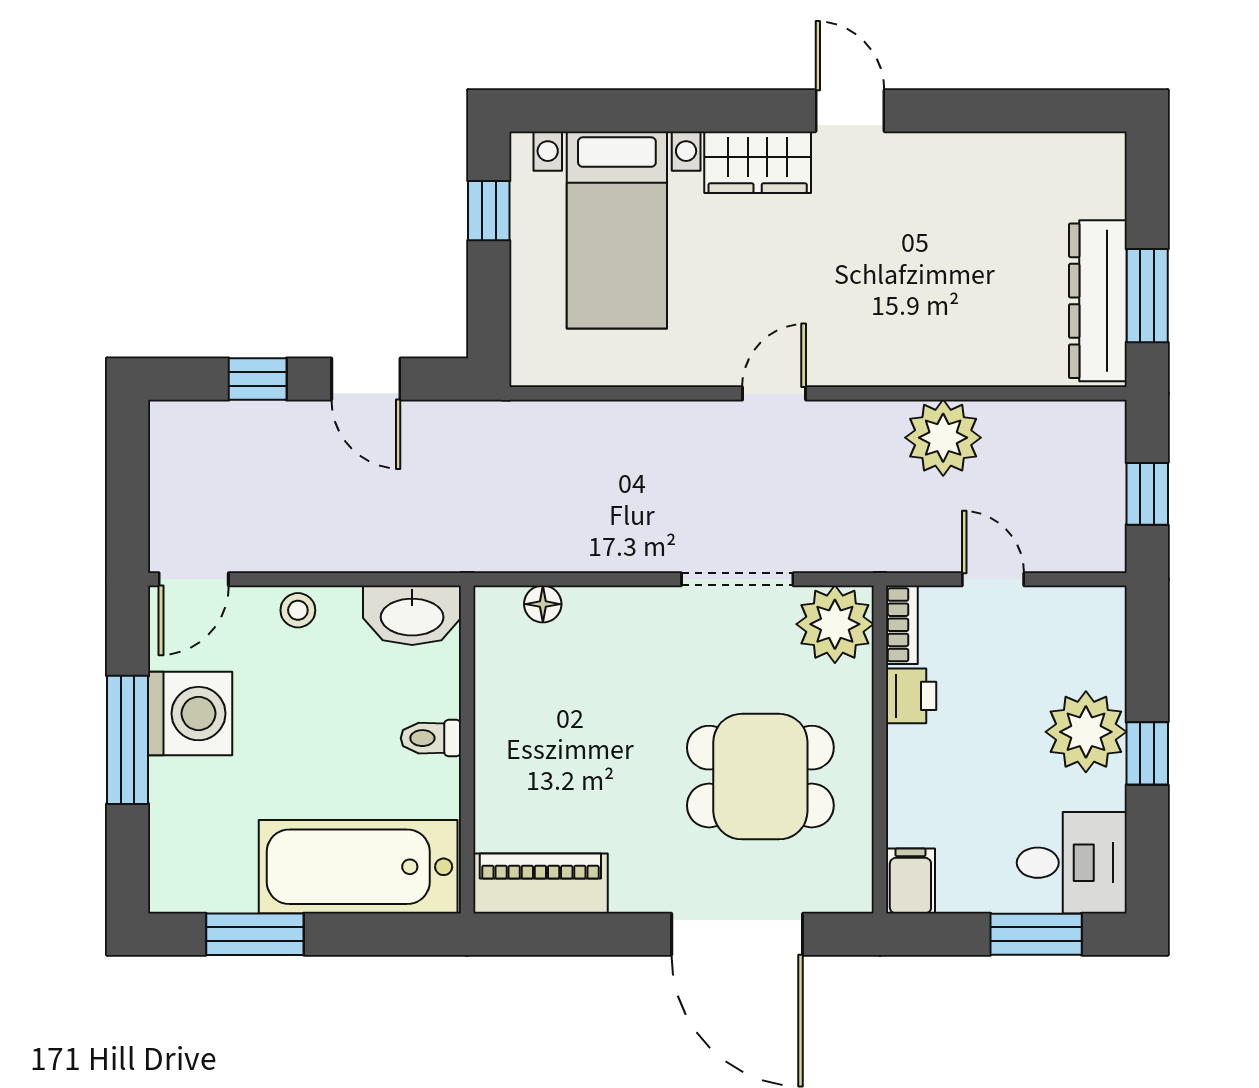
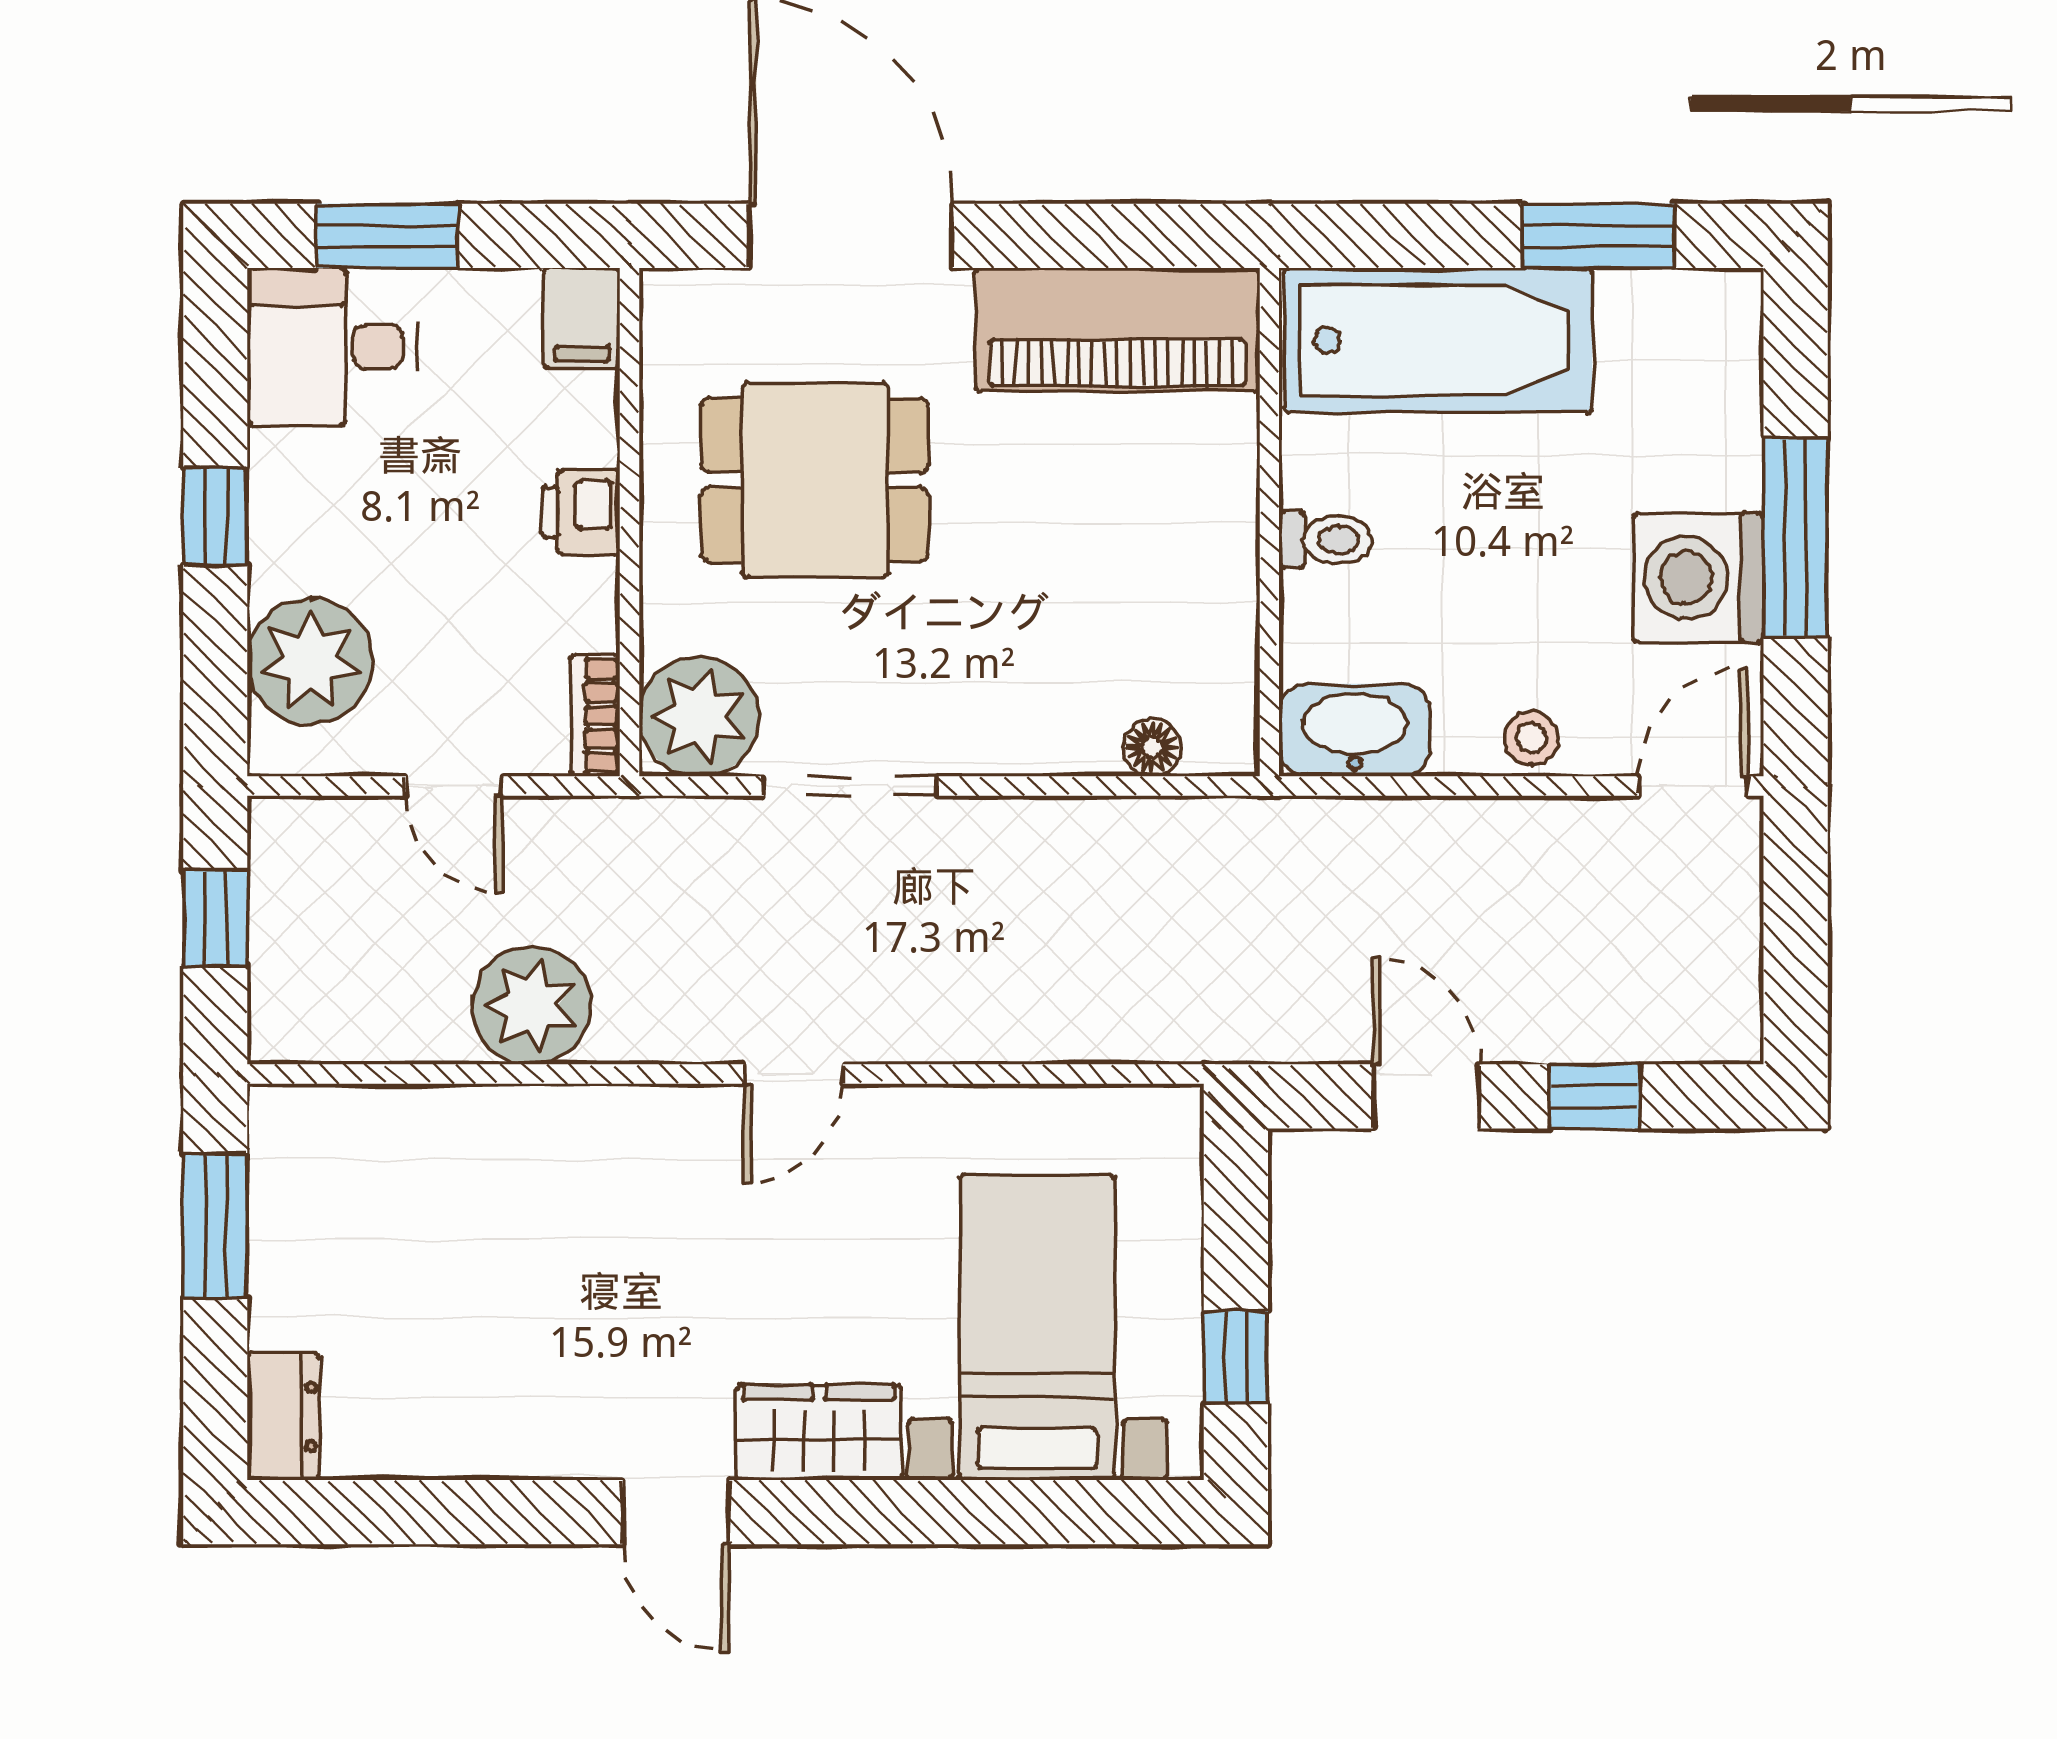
dresser: (1098, 301) -> (283, 1417), moved, width x0.51, depth x0.80
printer: (911, 696) -> (581, 512), moved
plant: (1086, 732) -> (310, 661), moved
piano: (540, 884) -> (1118, 330), width x1.37, depth x1.33

